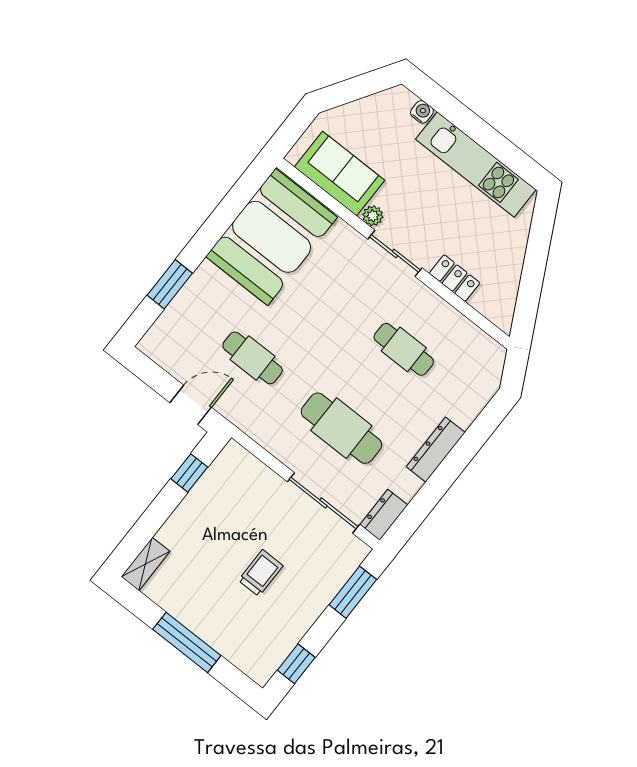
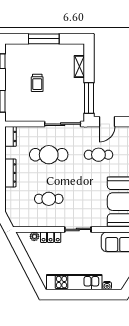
plant: (373, 216) -> (34, 236), moved
window: (189, 473) -> (89, 98), width x2.17
sliding door: (323, 503) -> (63, 124), moved
shelving: (146, 564) -> (79, 67), moved

